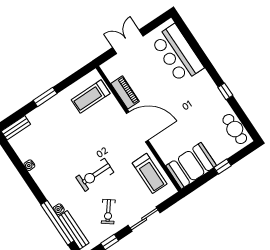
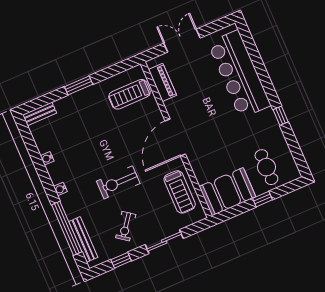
bar counter: (177, 54) -> (239, 74), width x1.36
piano: (125, 92) -> (162, 82), moved
door: (137, 127) -> (175, 137), swing flipped
cafe table: (235, 129) -> (266, 167), moved
water cooler: (59, 209) -> (60, 189), moved

